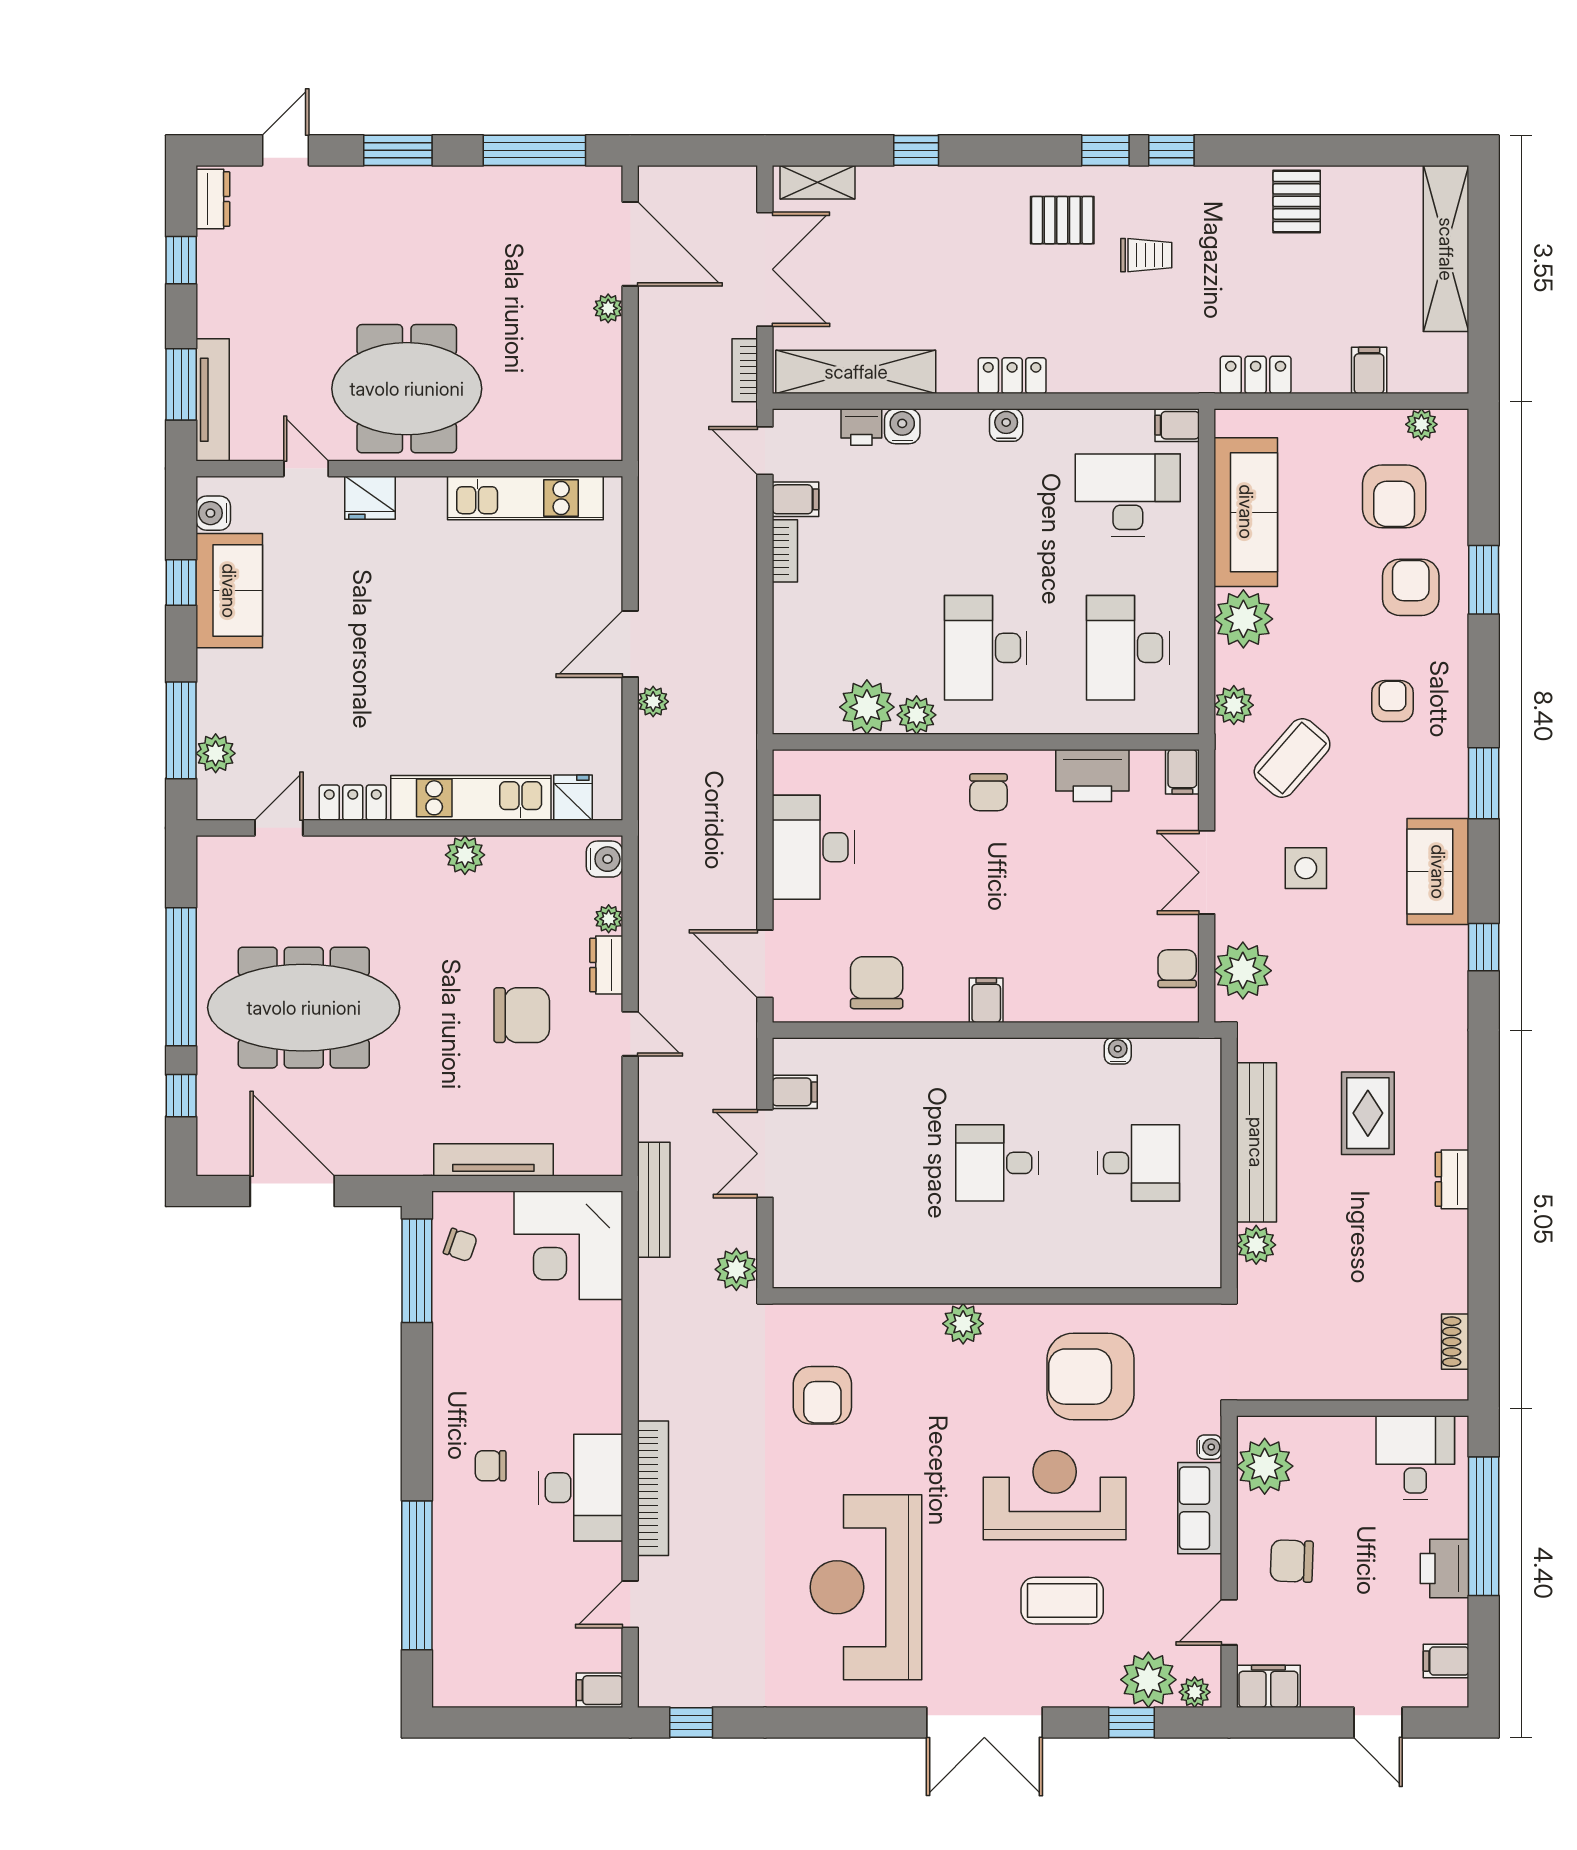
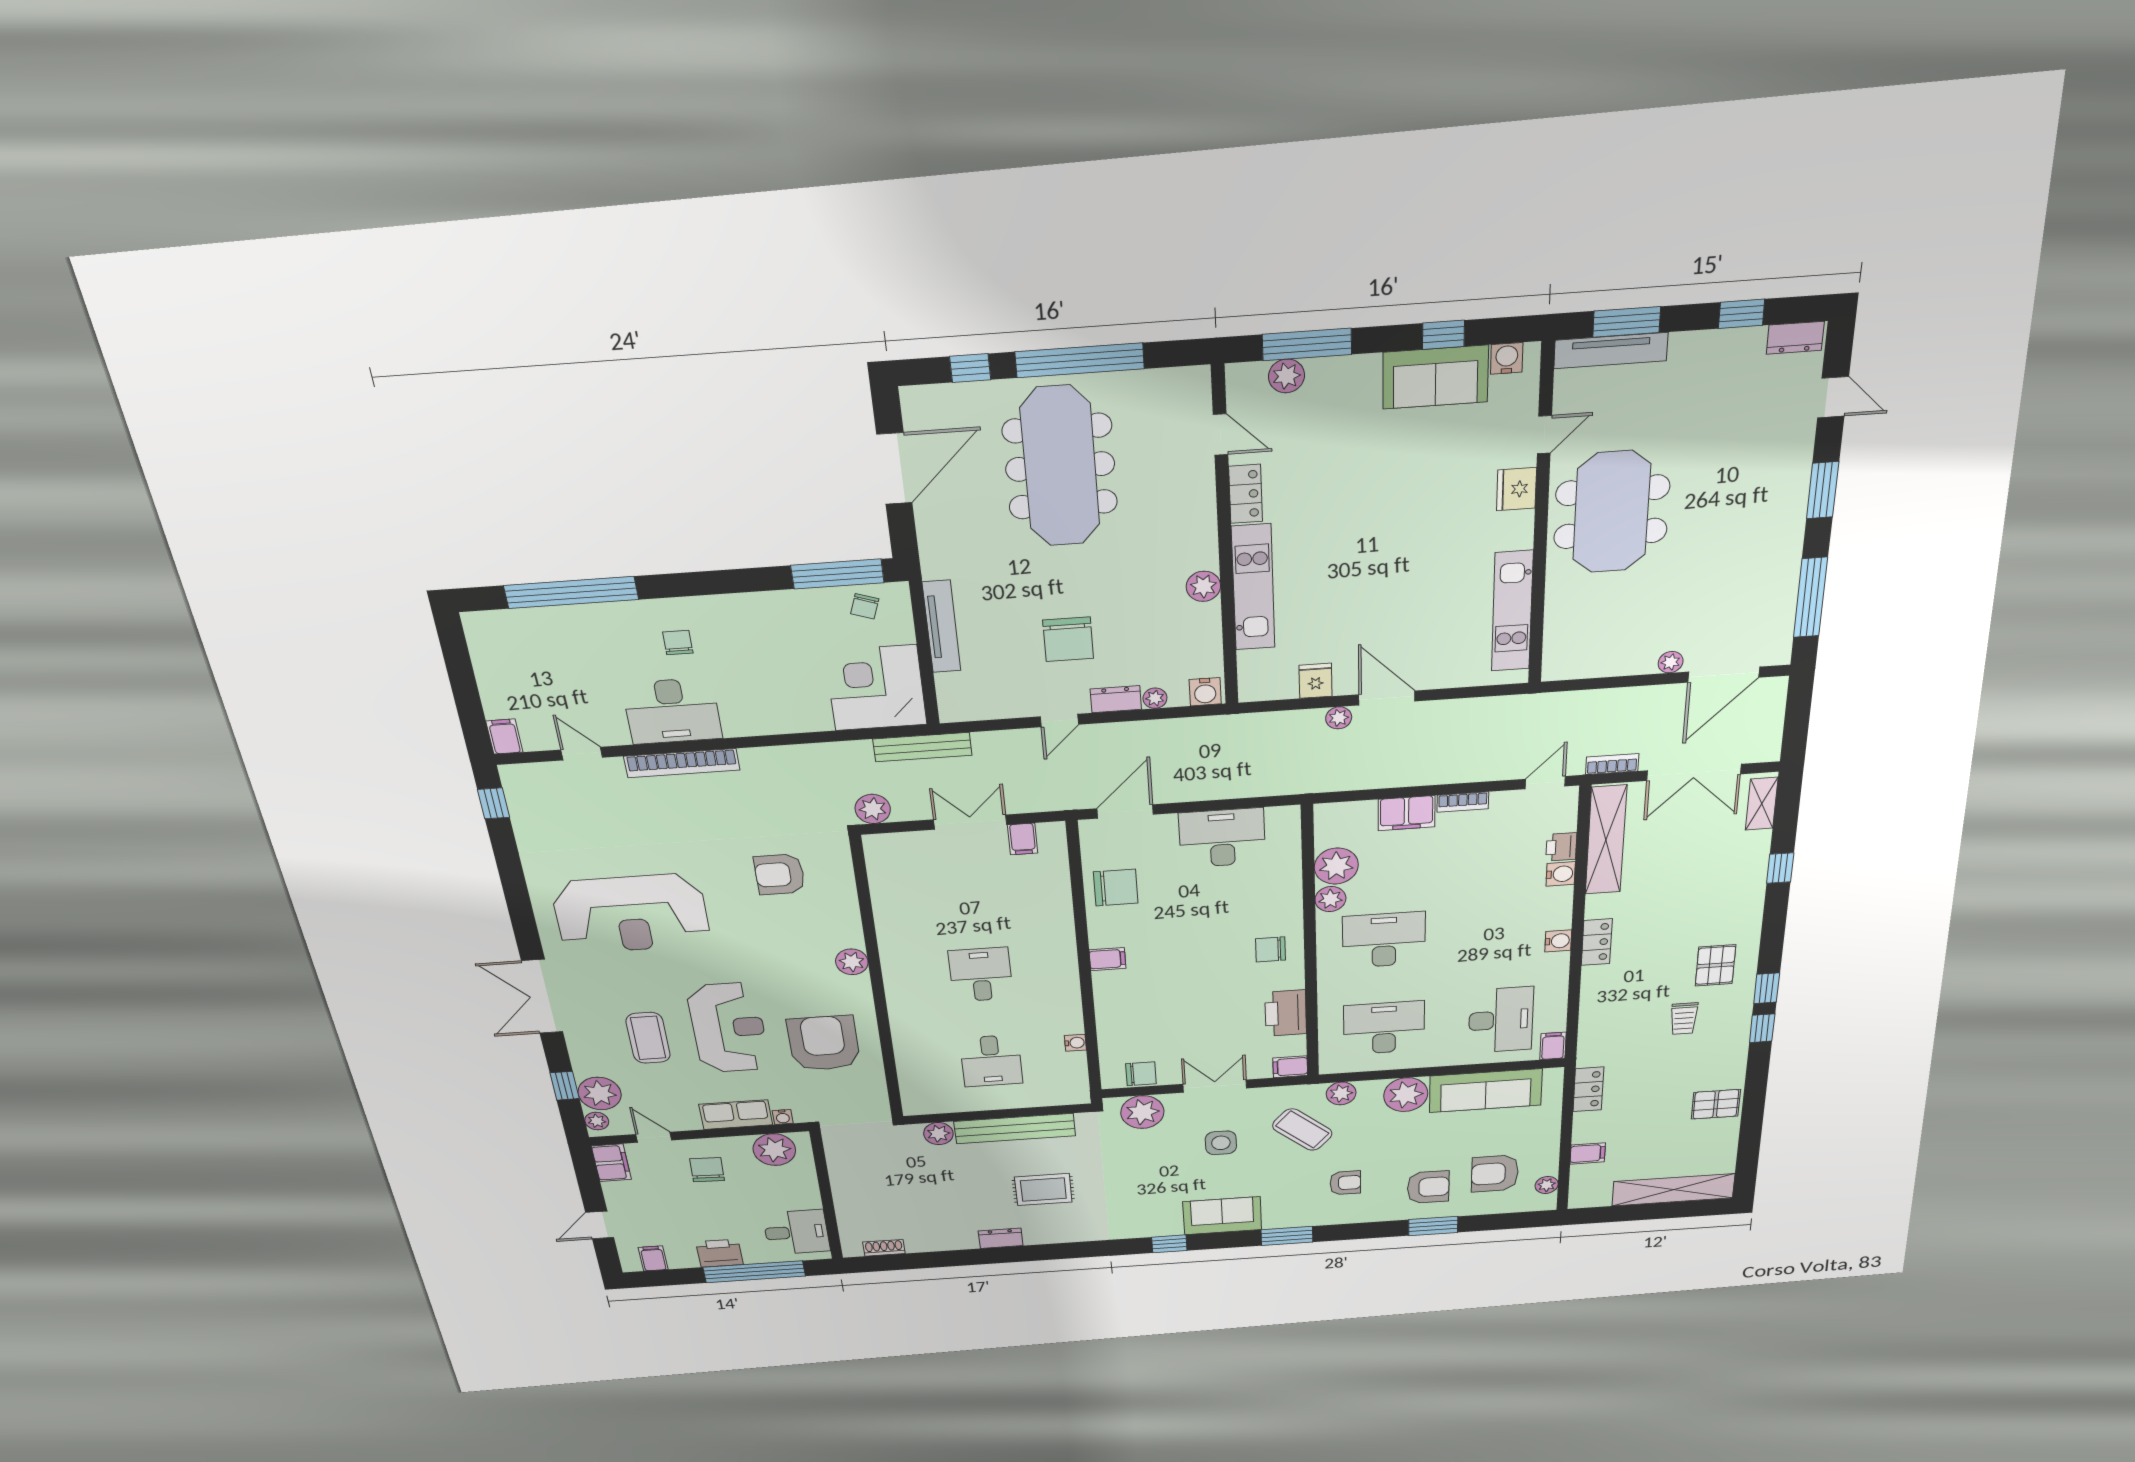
filing cabinet: (796, 499) -> (1407, 813), moved, width x2.00
fridge: (573, 798) -> (1316, 681), moved, turned -90
reception desk: (866, 1587) -> (631, 914), turned 180

